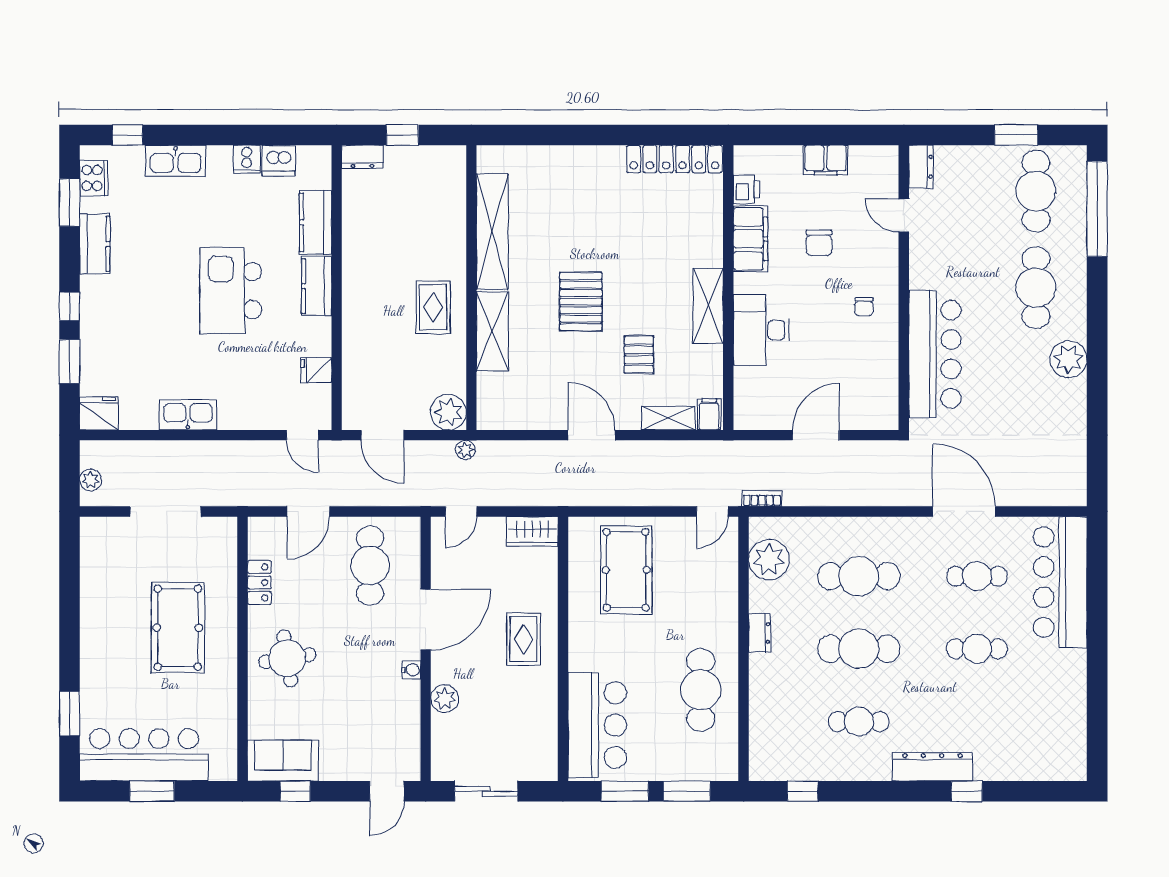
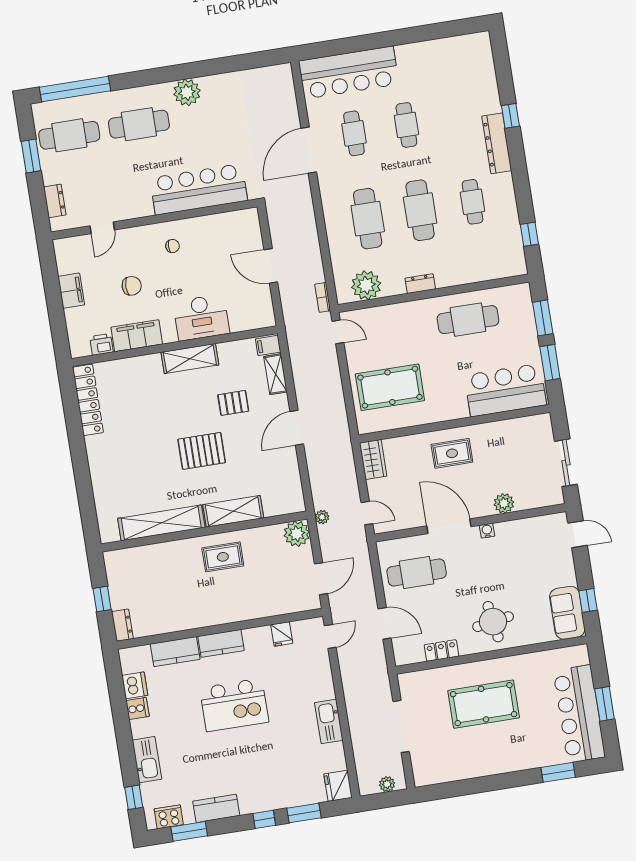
dresser: (921, 167) -> (55, 201), moved, turned 90

